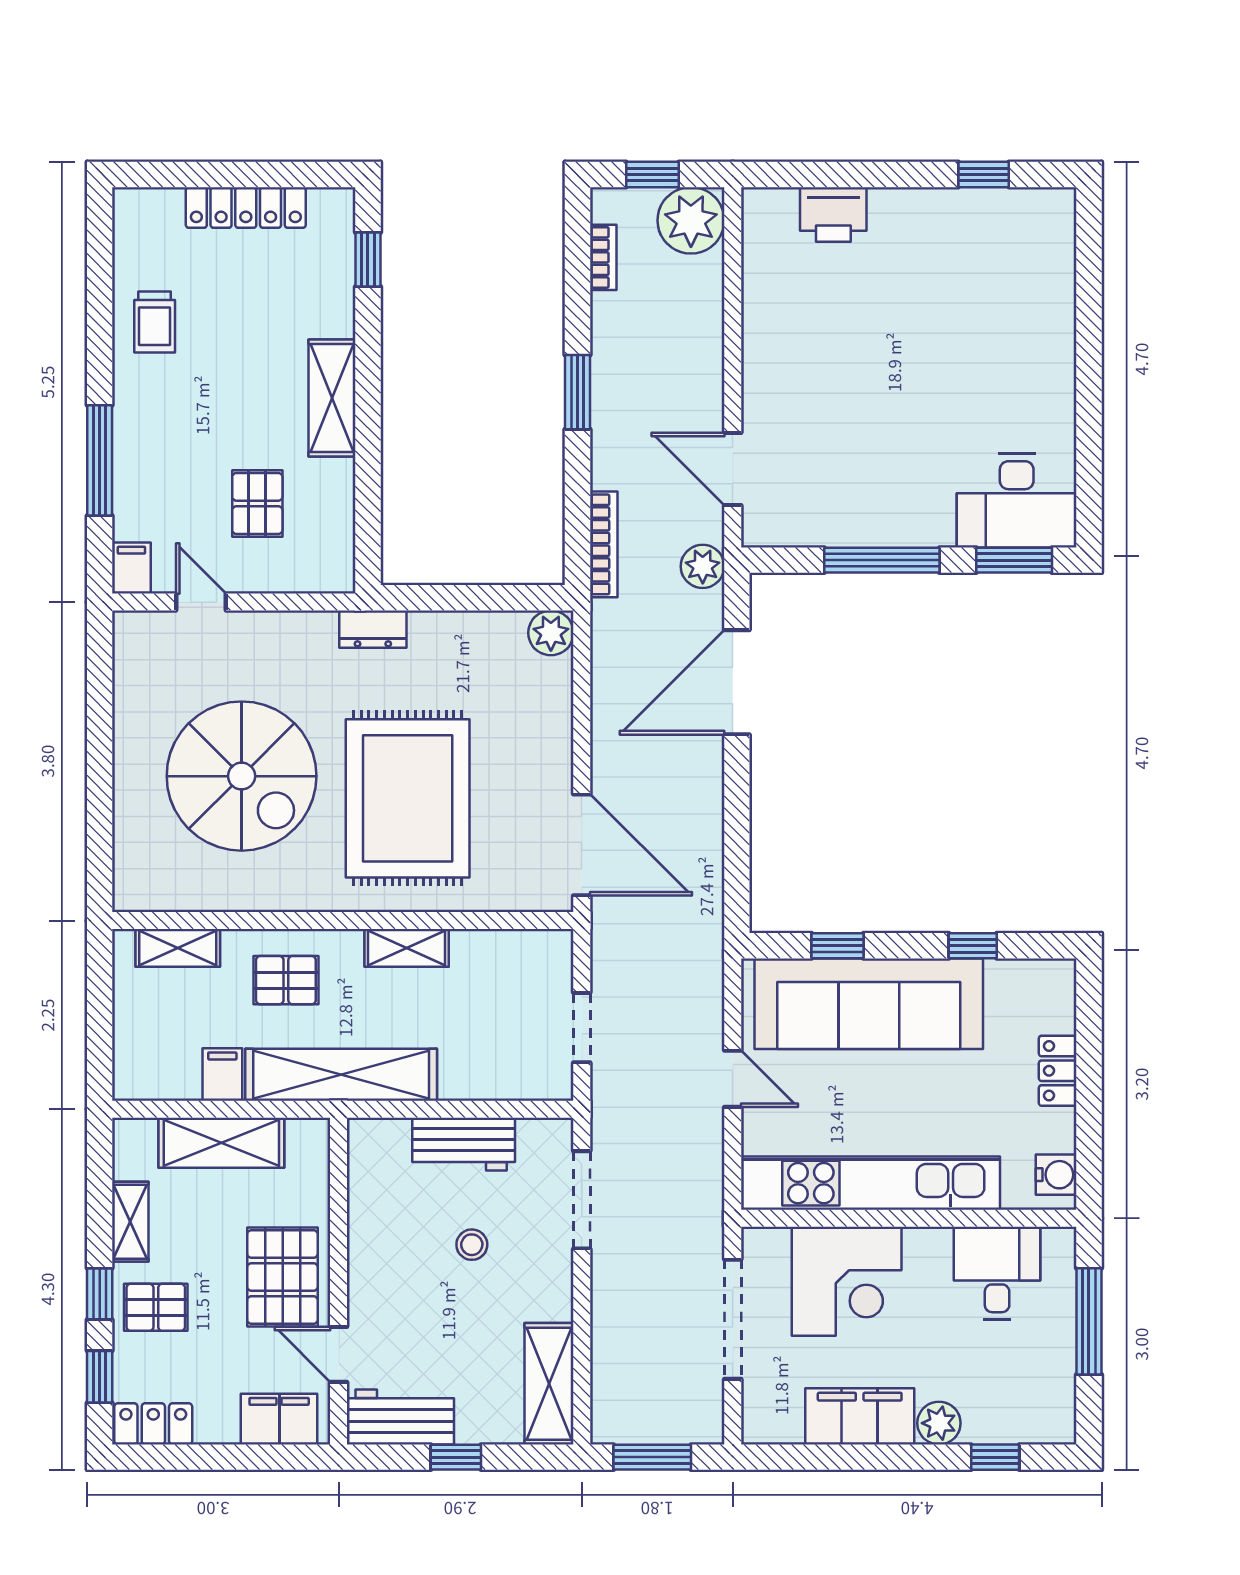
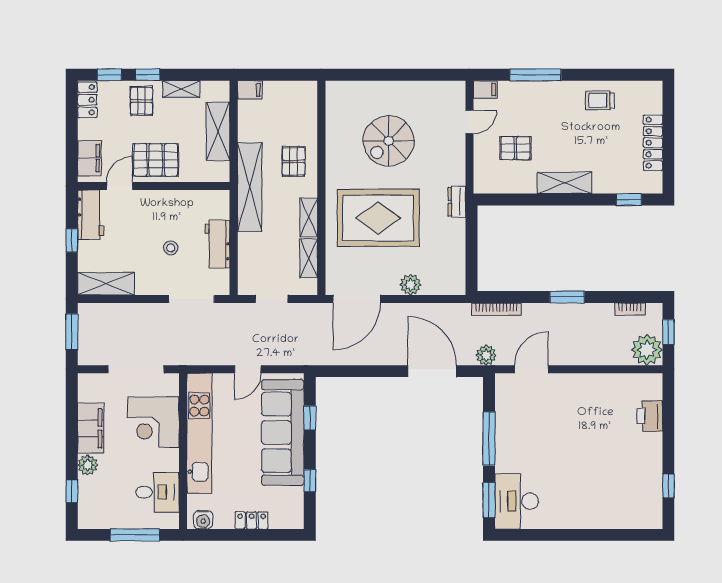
plant: (551, 633) -> (410, 285), moved
spiral stairs: (242, 776) -> (389, 141), width x0.73, depth x0.73
shelving: (178, 948) -> (309, 258), moved
filing cabinet: (222, 1074) -> (250, 90), moved

